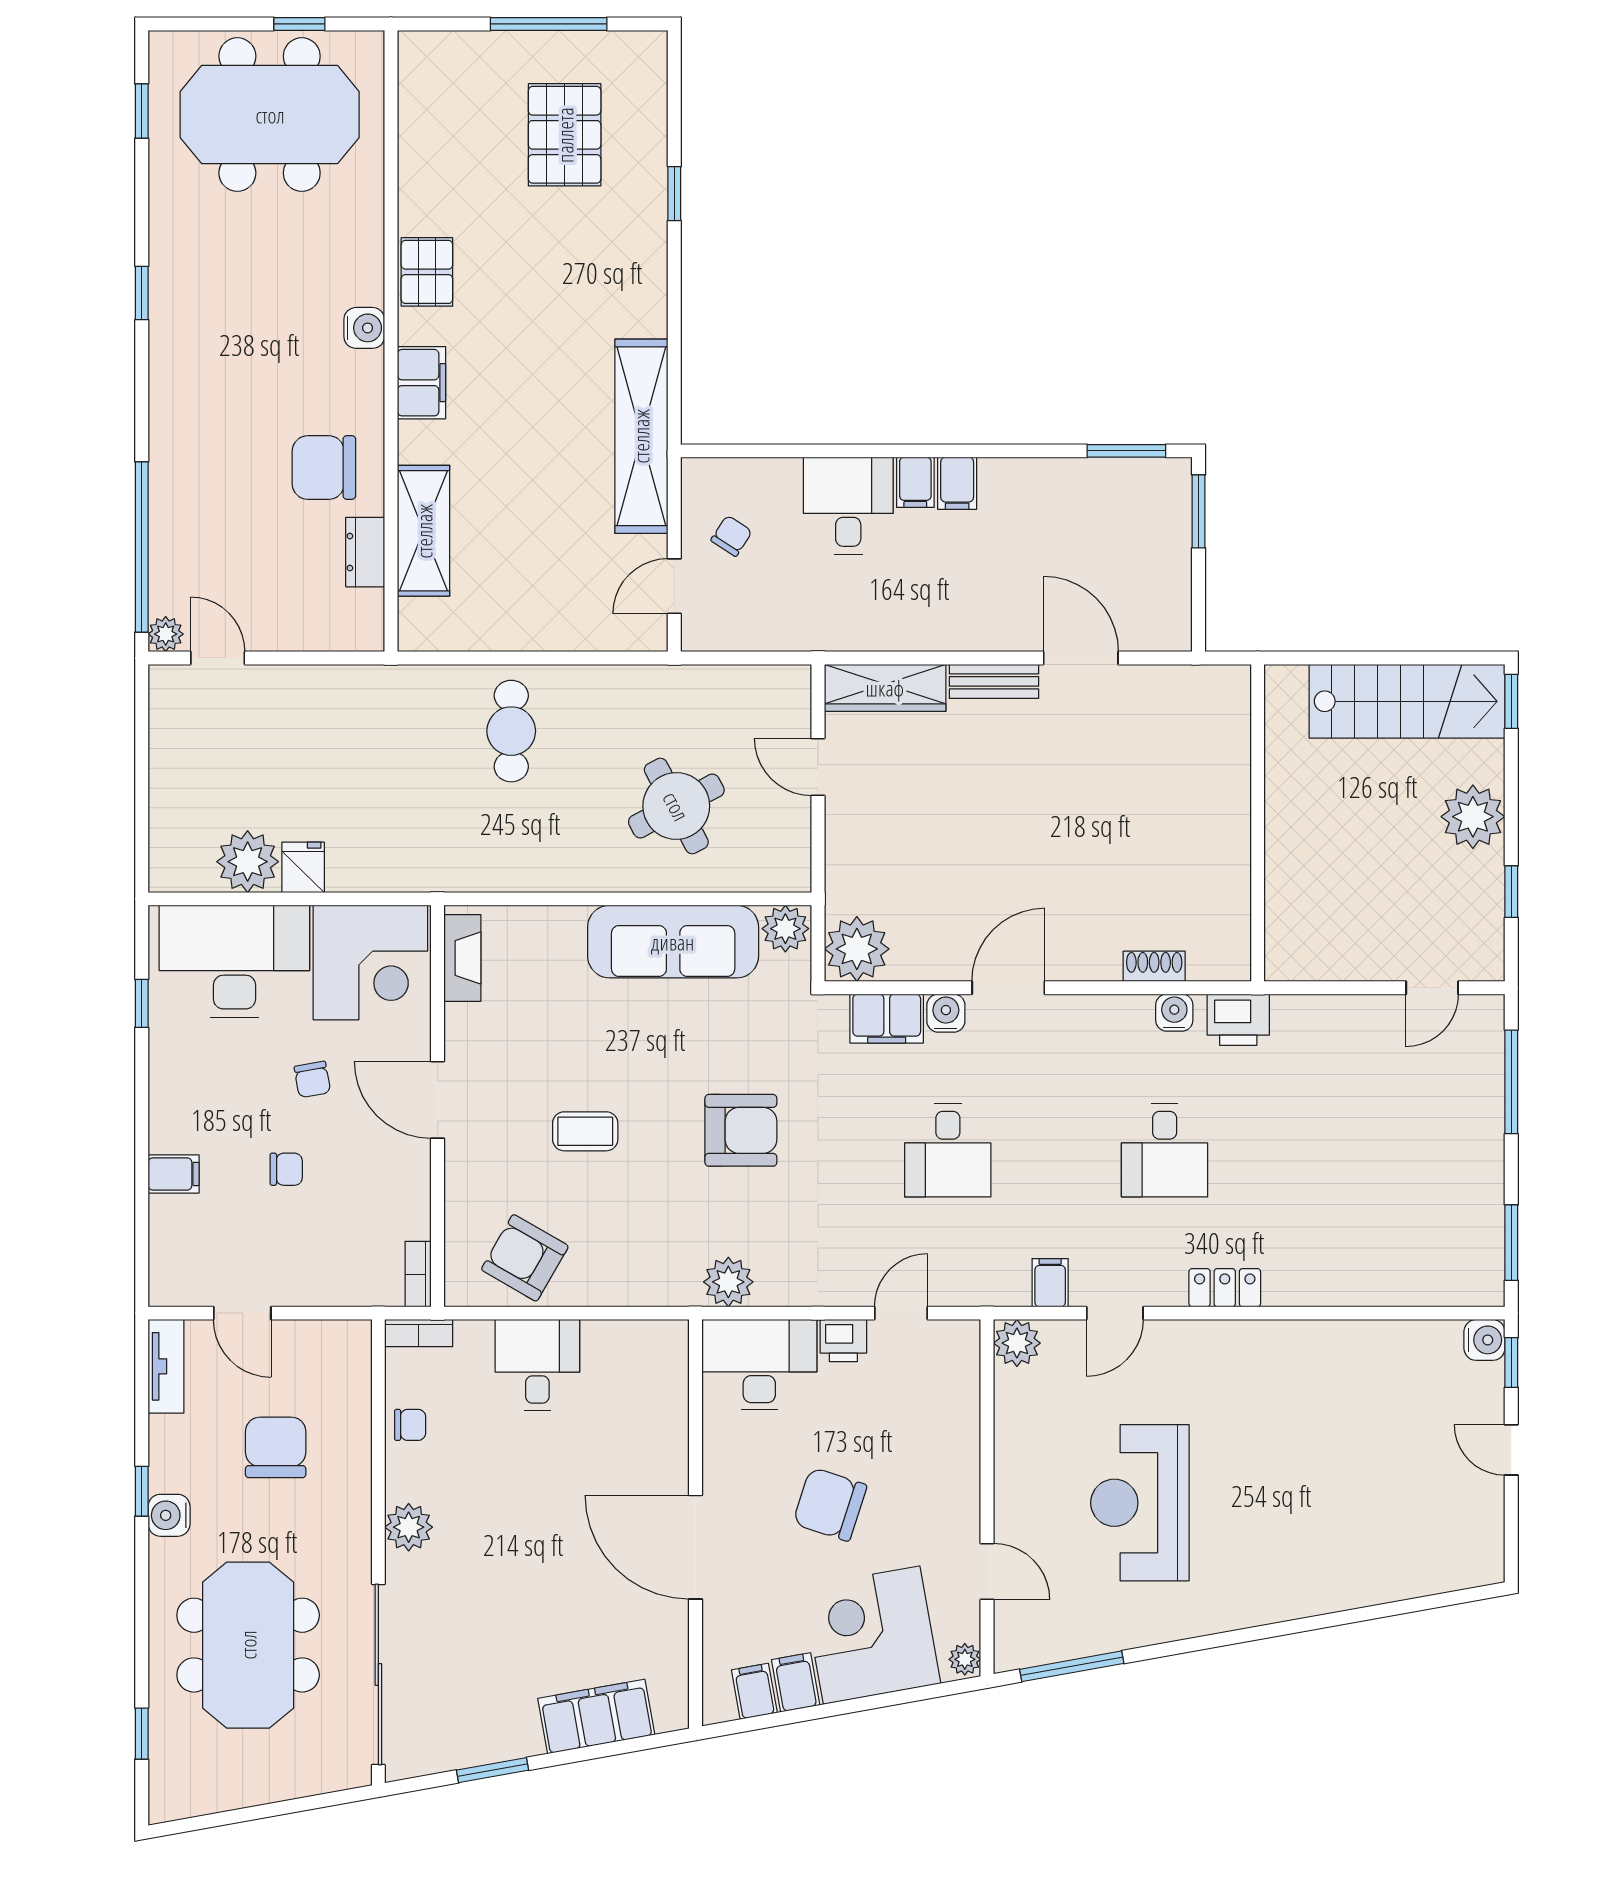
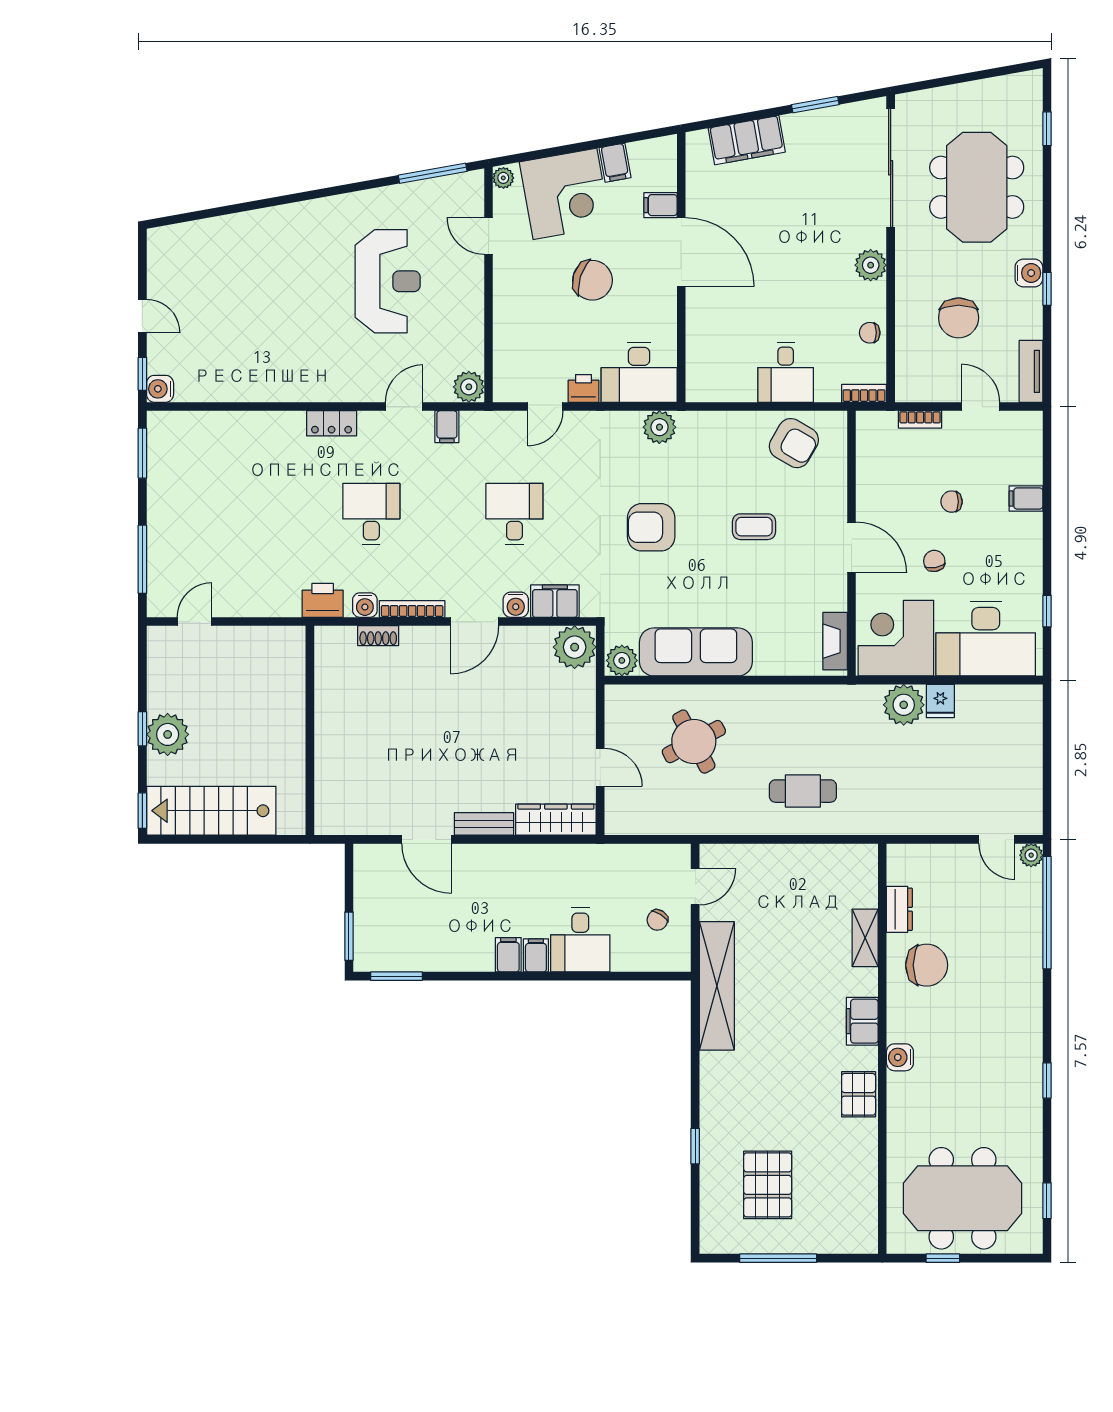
shelving: (424, 531) -> (865, 938), width x0.67, depth x0.75
cafe table: (511, 731) -> (803, 791), turned 90
plant: (248, 862) -> (904, 705), moved
window: (1511, 892) -> (142, 729), moved
bookcase: (1103, 1007) -> (412, 609), added
bookcase: (418, 1274) -> (920, 419), moved, turned 90
filing cabinet: (754, 1691) -> (660, 205), moved, turned 100

